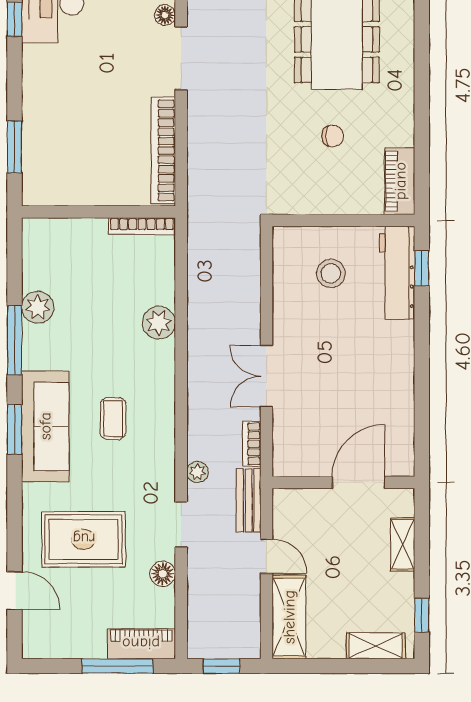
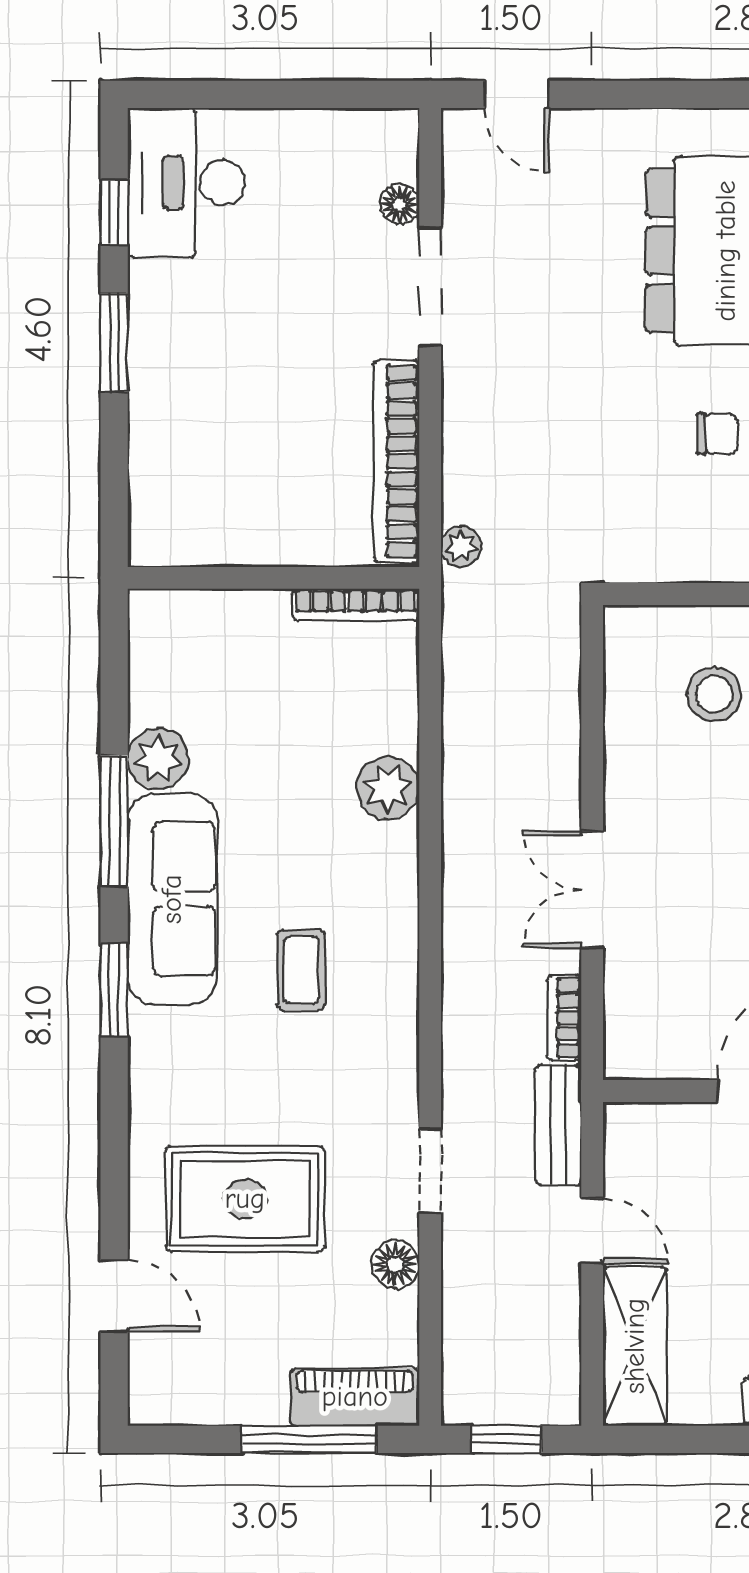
window: (15, 147) -> (114, 343), moved
sofa: (45, 426) -> (172, 899), moved
plant: (197, 472) -> (461, 546), moved

